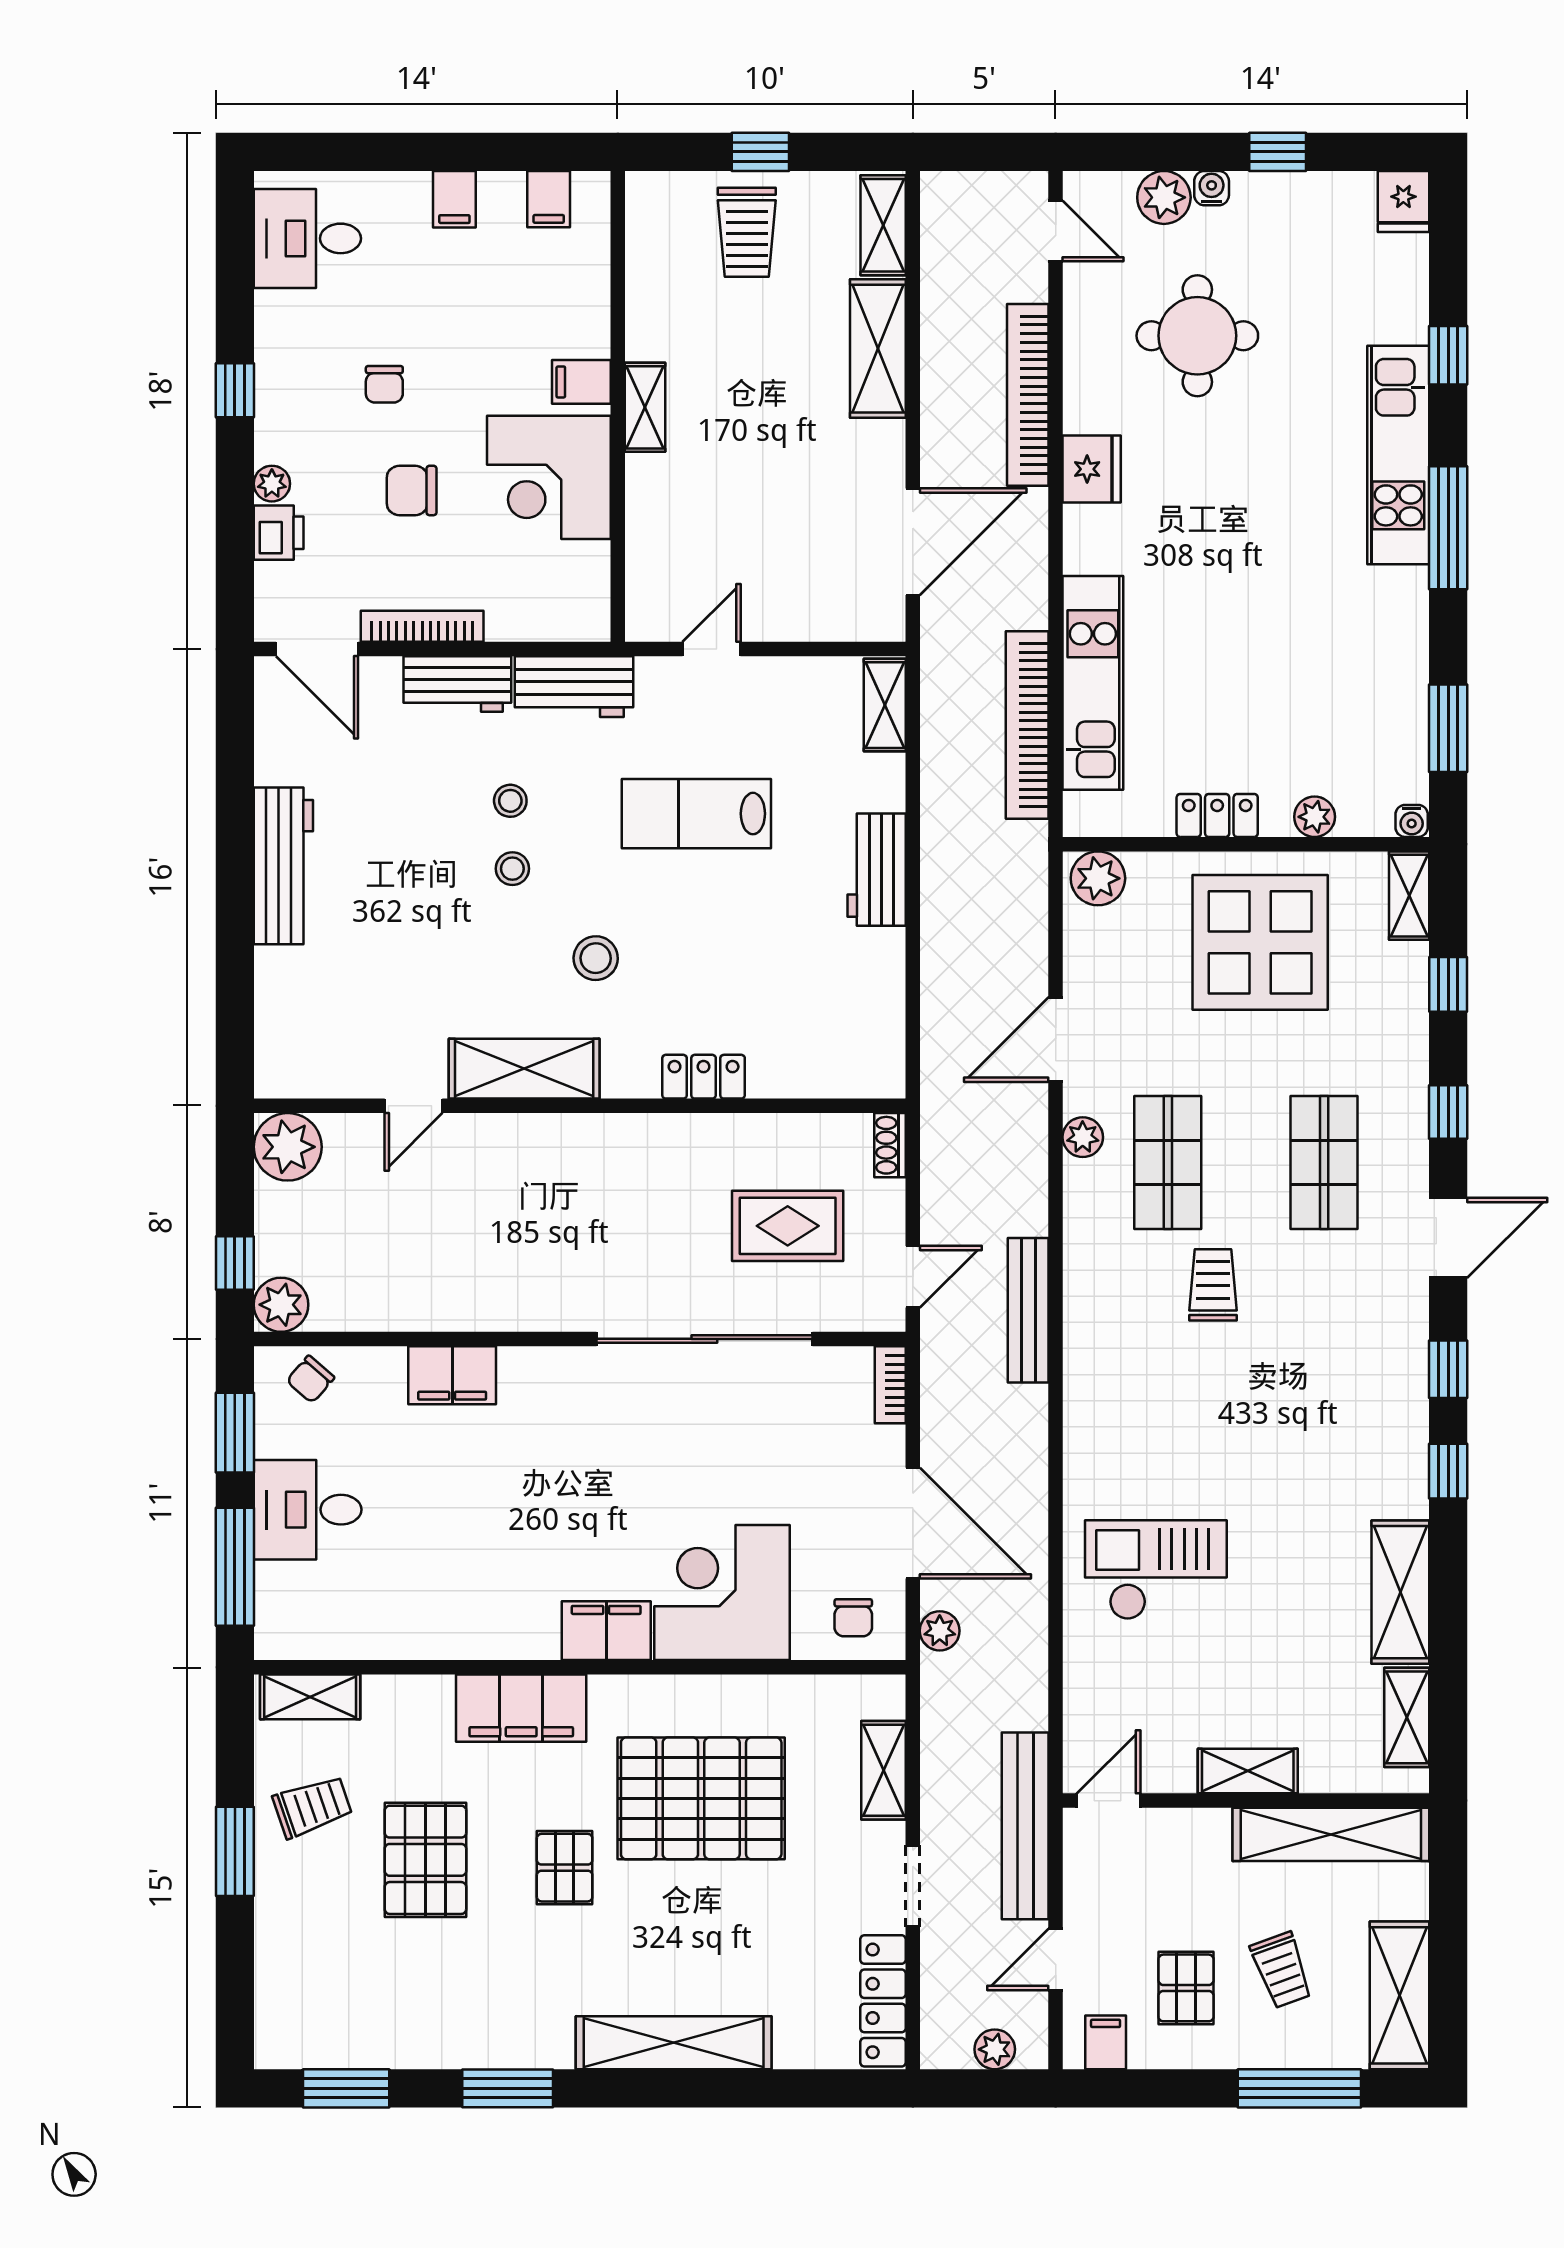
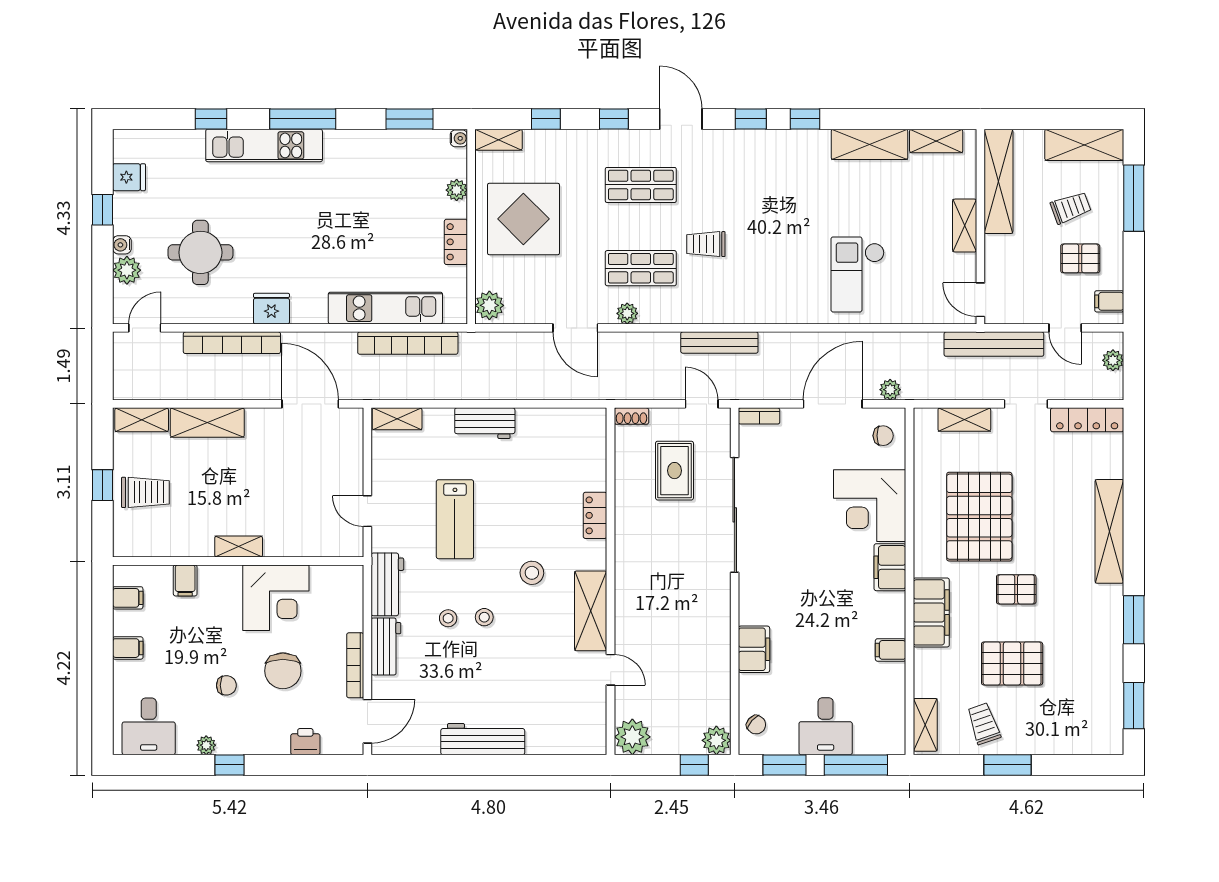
fridge: (1403, 201) -> (129, 177), moved
filing cabinet: (581, 382) -> (185, 580), moved
plant: (272, 484) -> (206, 745), moved
chair: (412, 490) -> (283, 671), width x1.37, depth x1.37
filing cabinet: (451, 1632) -> (891, 650), added

